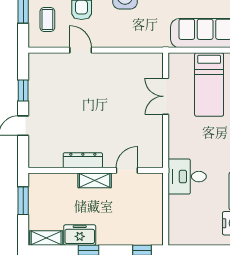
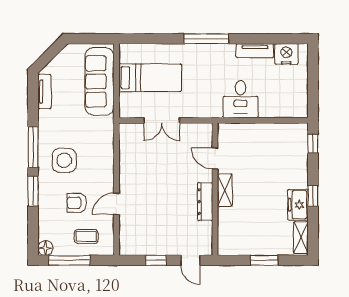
dresser: (83, 160) -> (205, 202), moved
wall: (96, 170) -> (215, 189), moved
door: (127, 170) -> (215, 158), moved
shelving: (95, 180) -> (225, 190), moved

